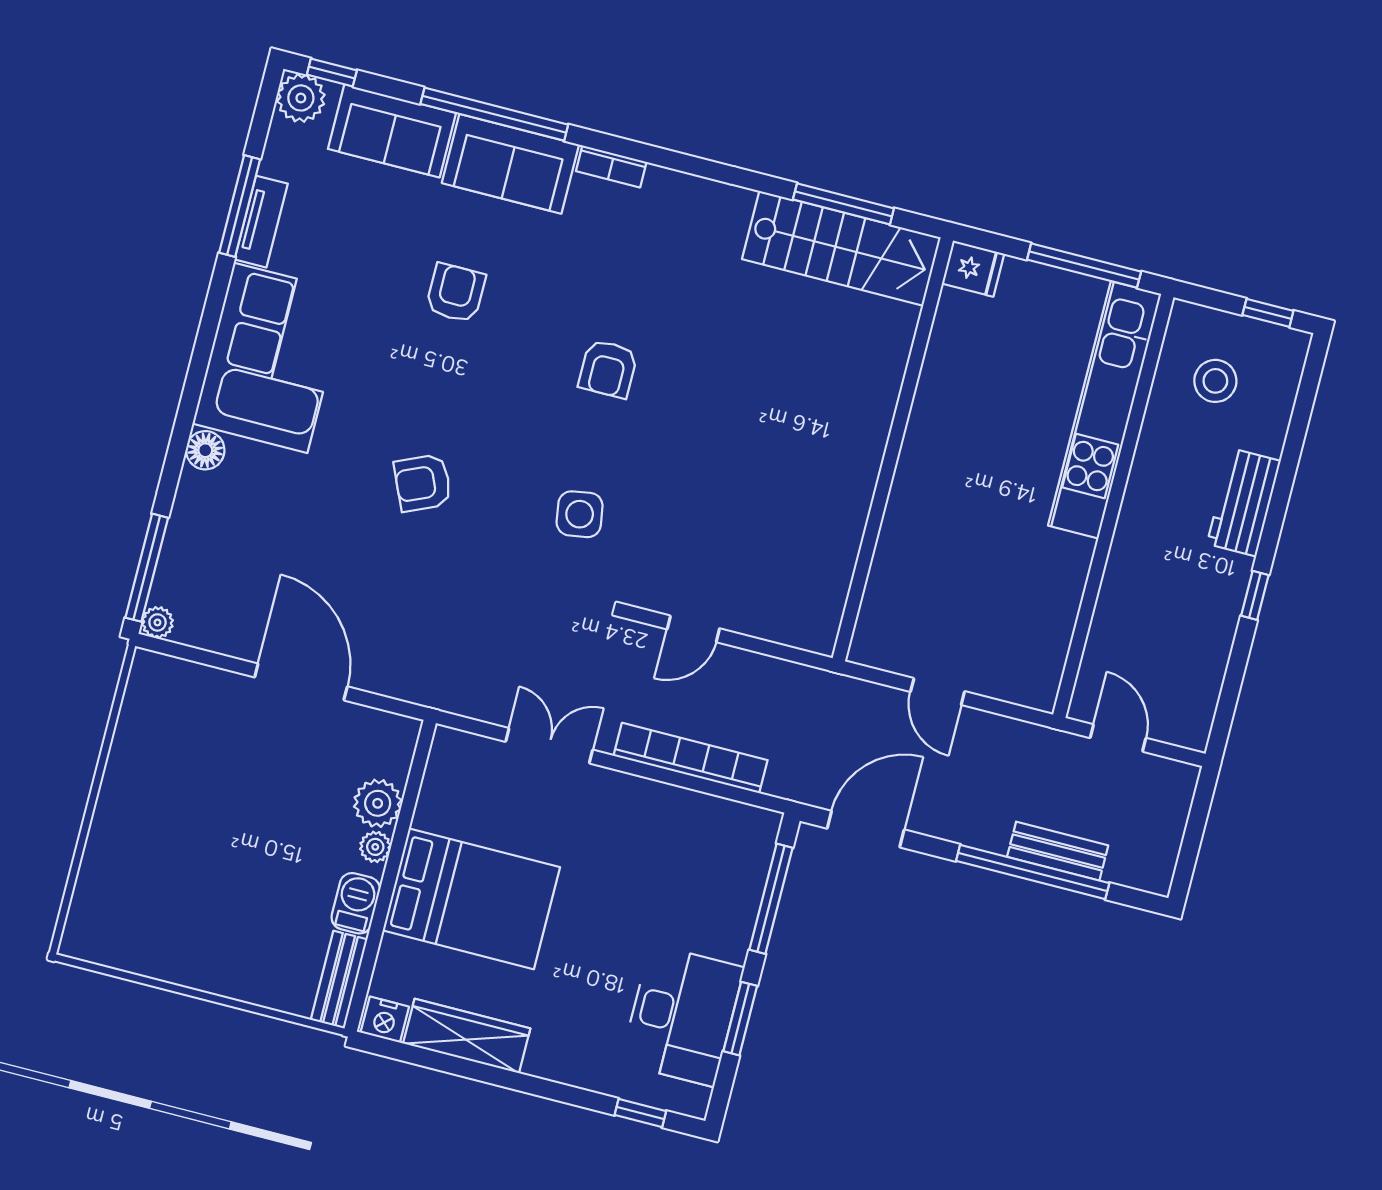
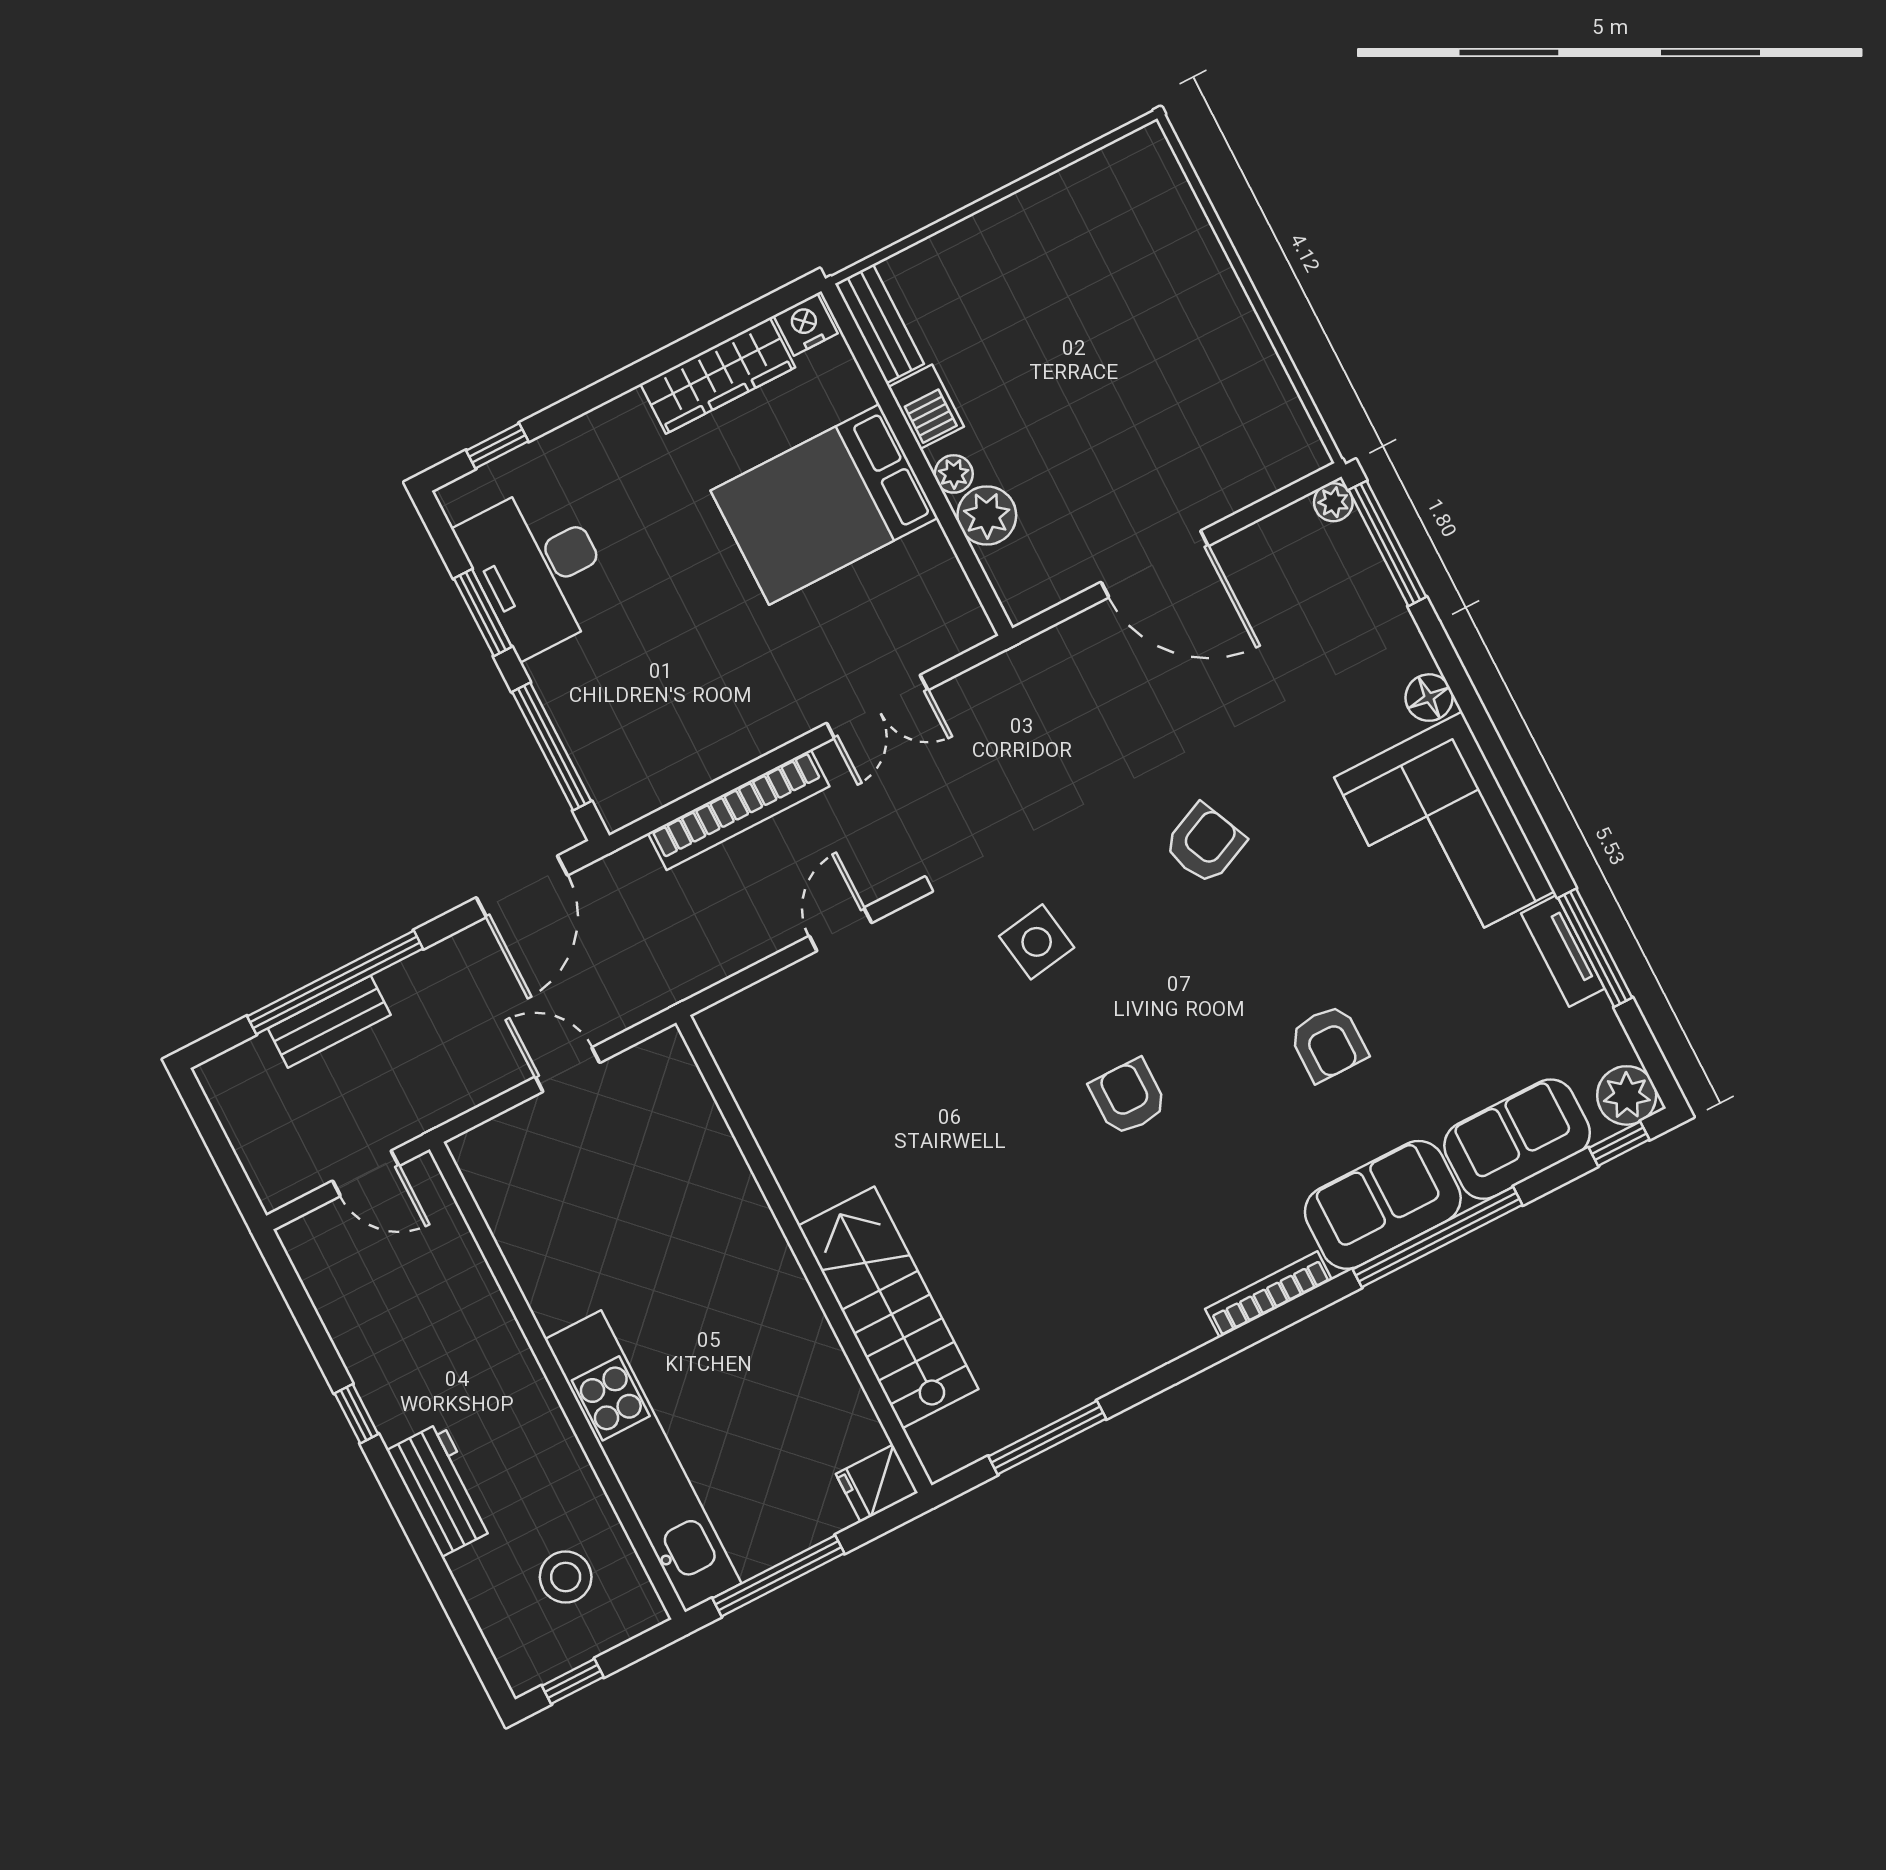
bookcase: (611, 166) -> (1269, 1294), width x1.56
stairs: (841, 248) -> (888, 1307), moved, turned 90

